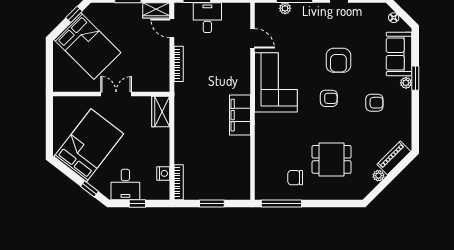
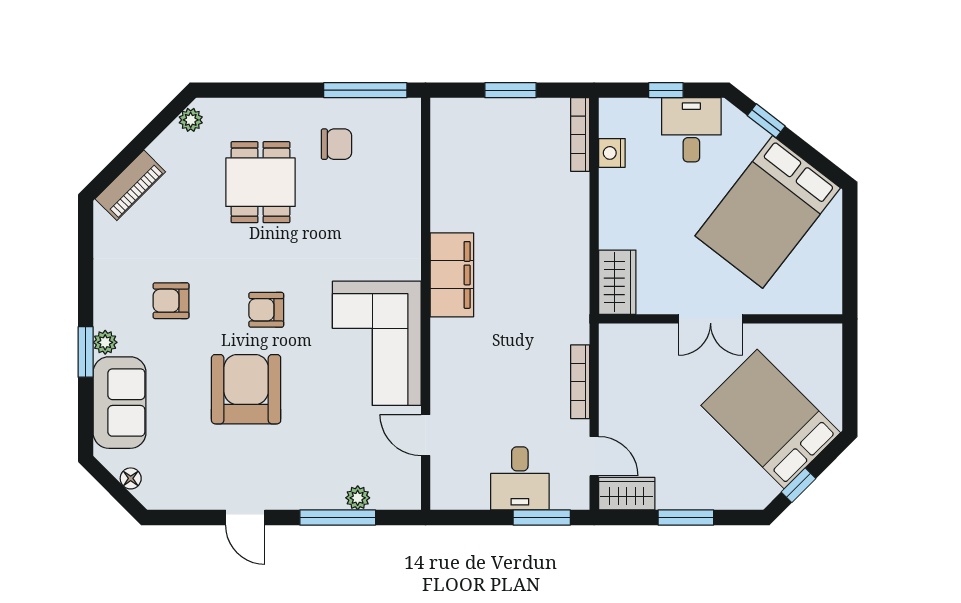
armchair: (338, 60) -> (246, 389), width x1.36, depth x1.36
dining table: (332, 159) -> (260, 182), turned 90
plant: (378, 176) -> (191, 120), moved

